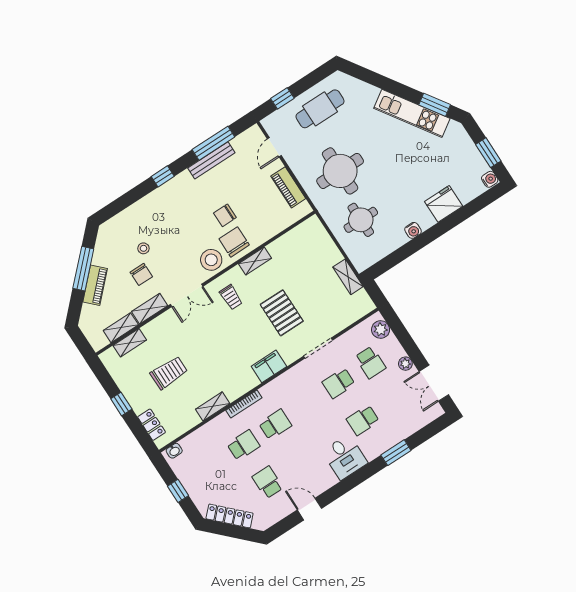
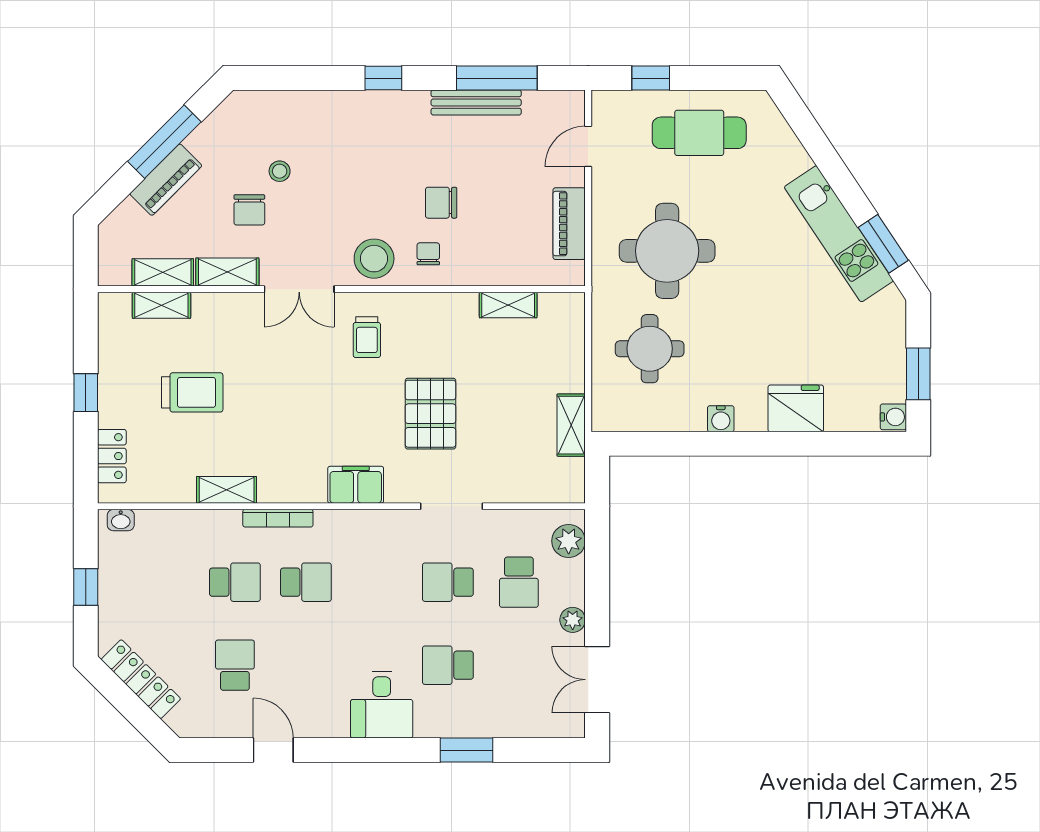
chair: (234, 242) -> (428, 254), width x0.54, depth x0.54
shelving: (255, 261) -> (508, 305), moved

